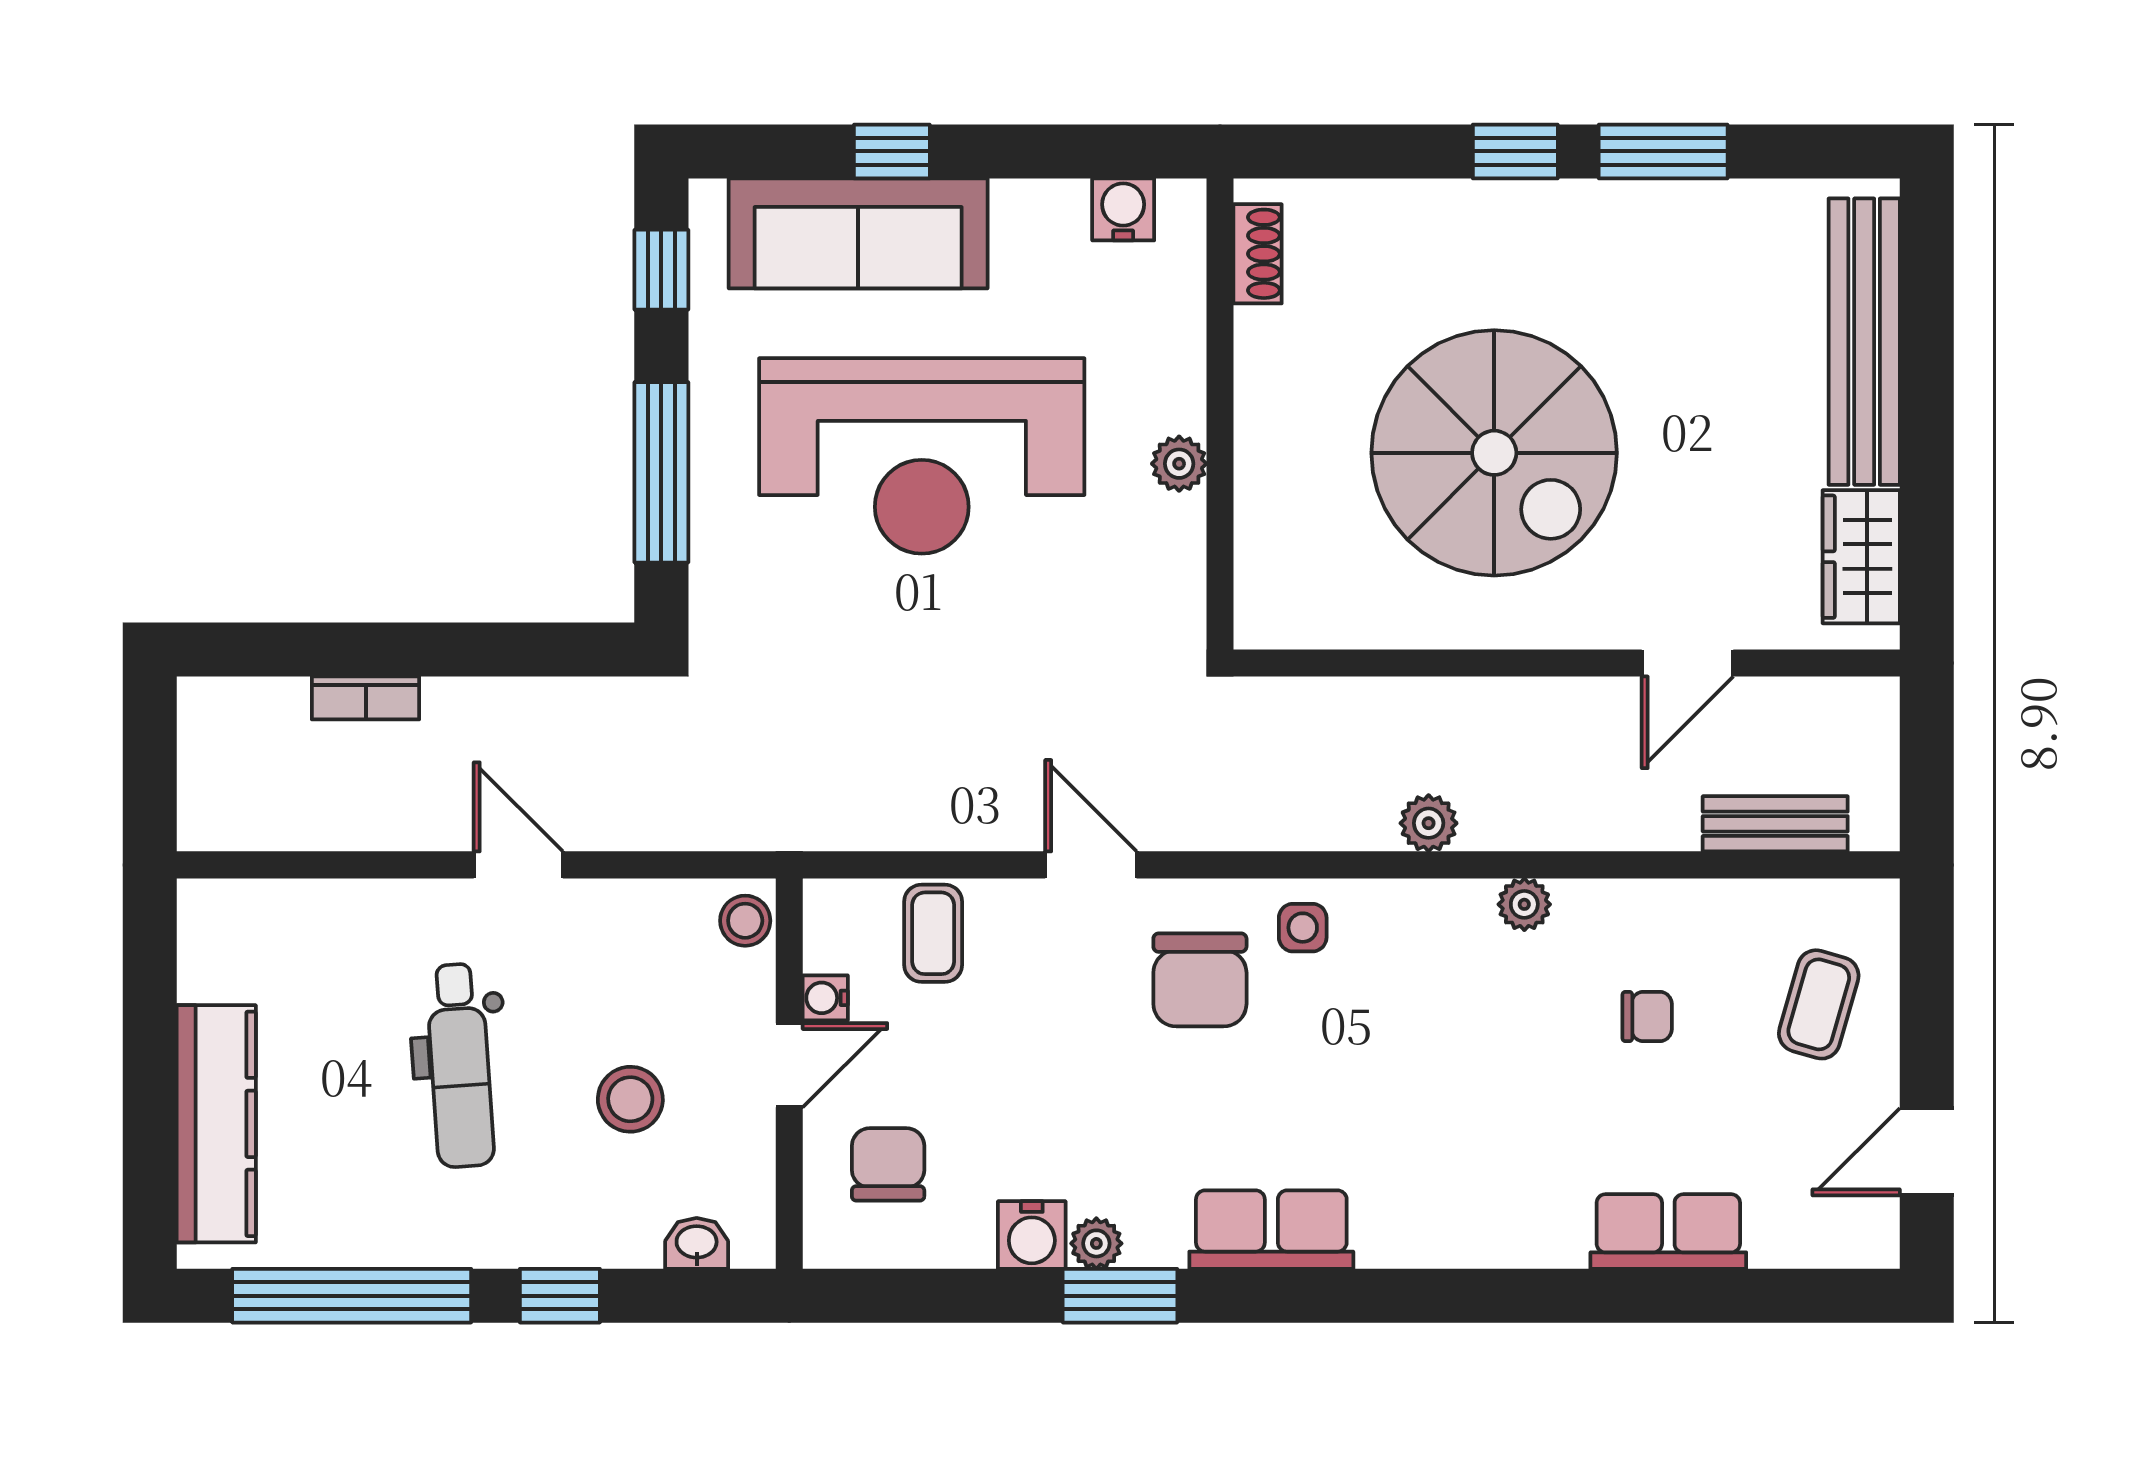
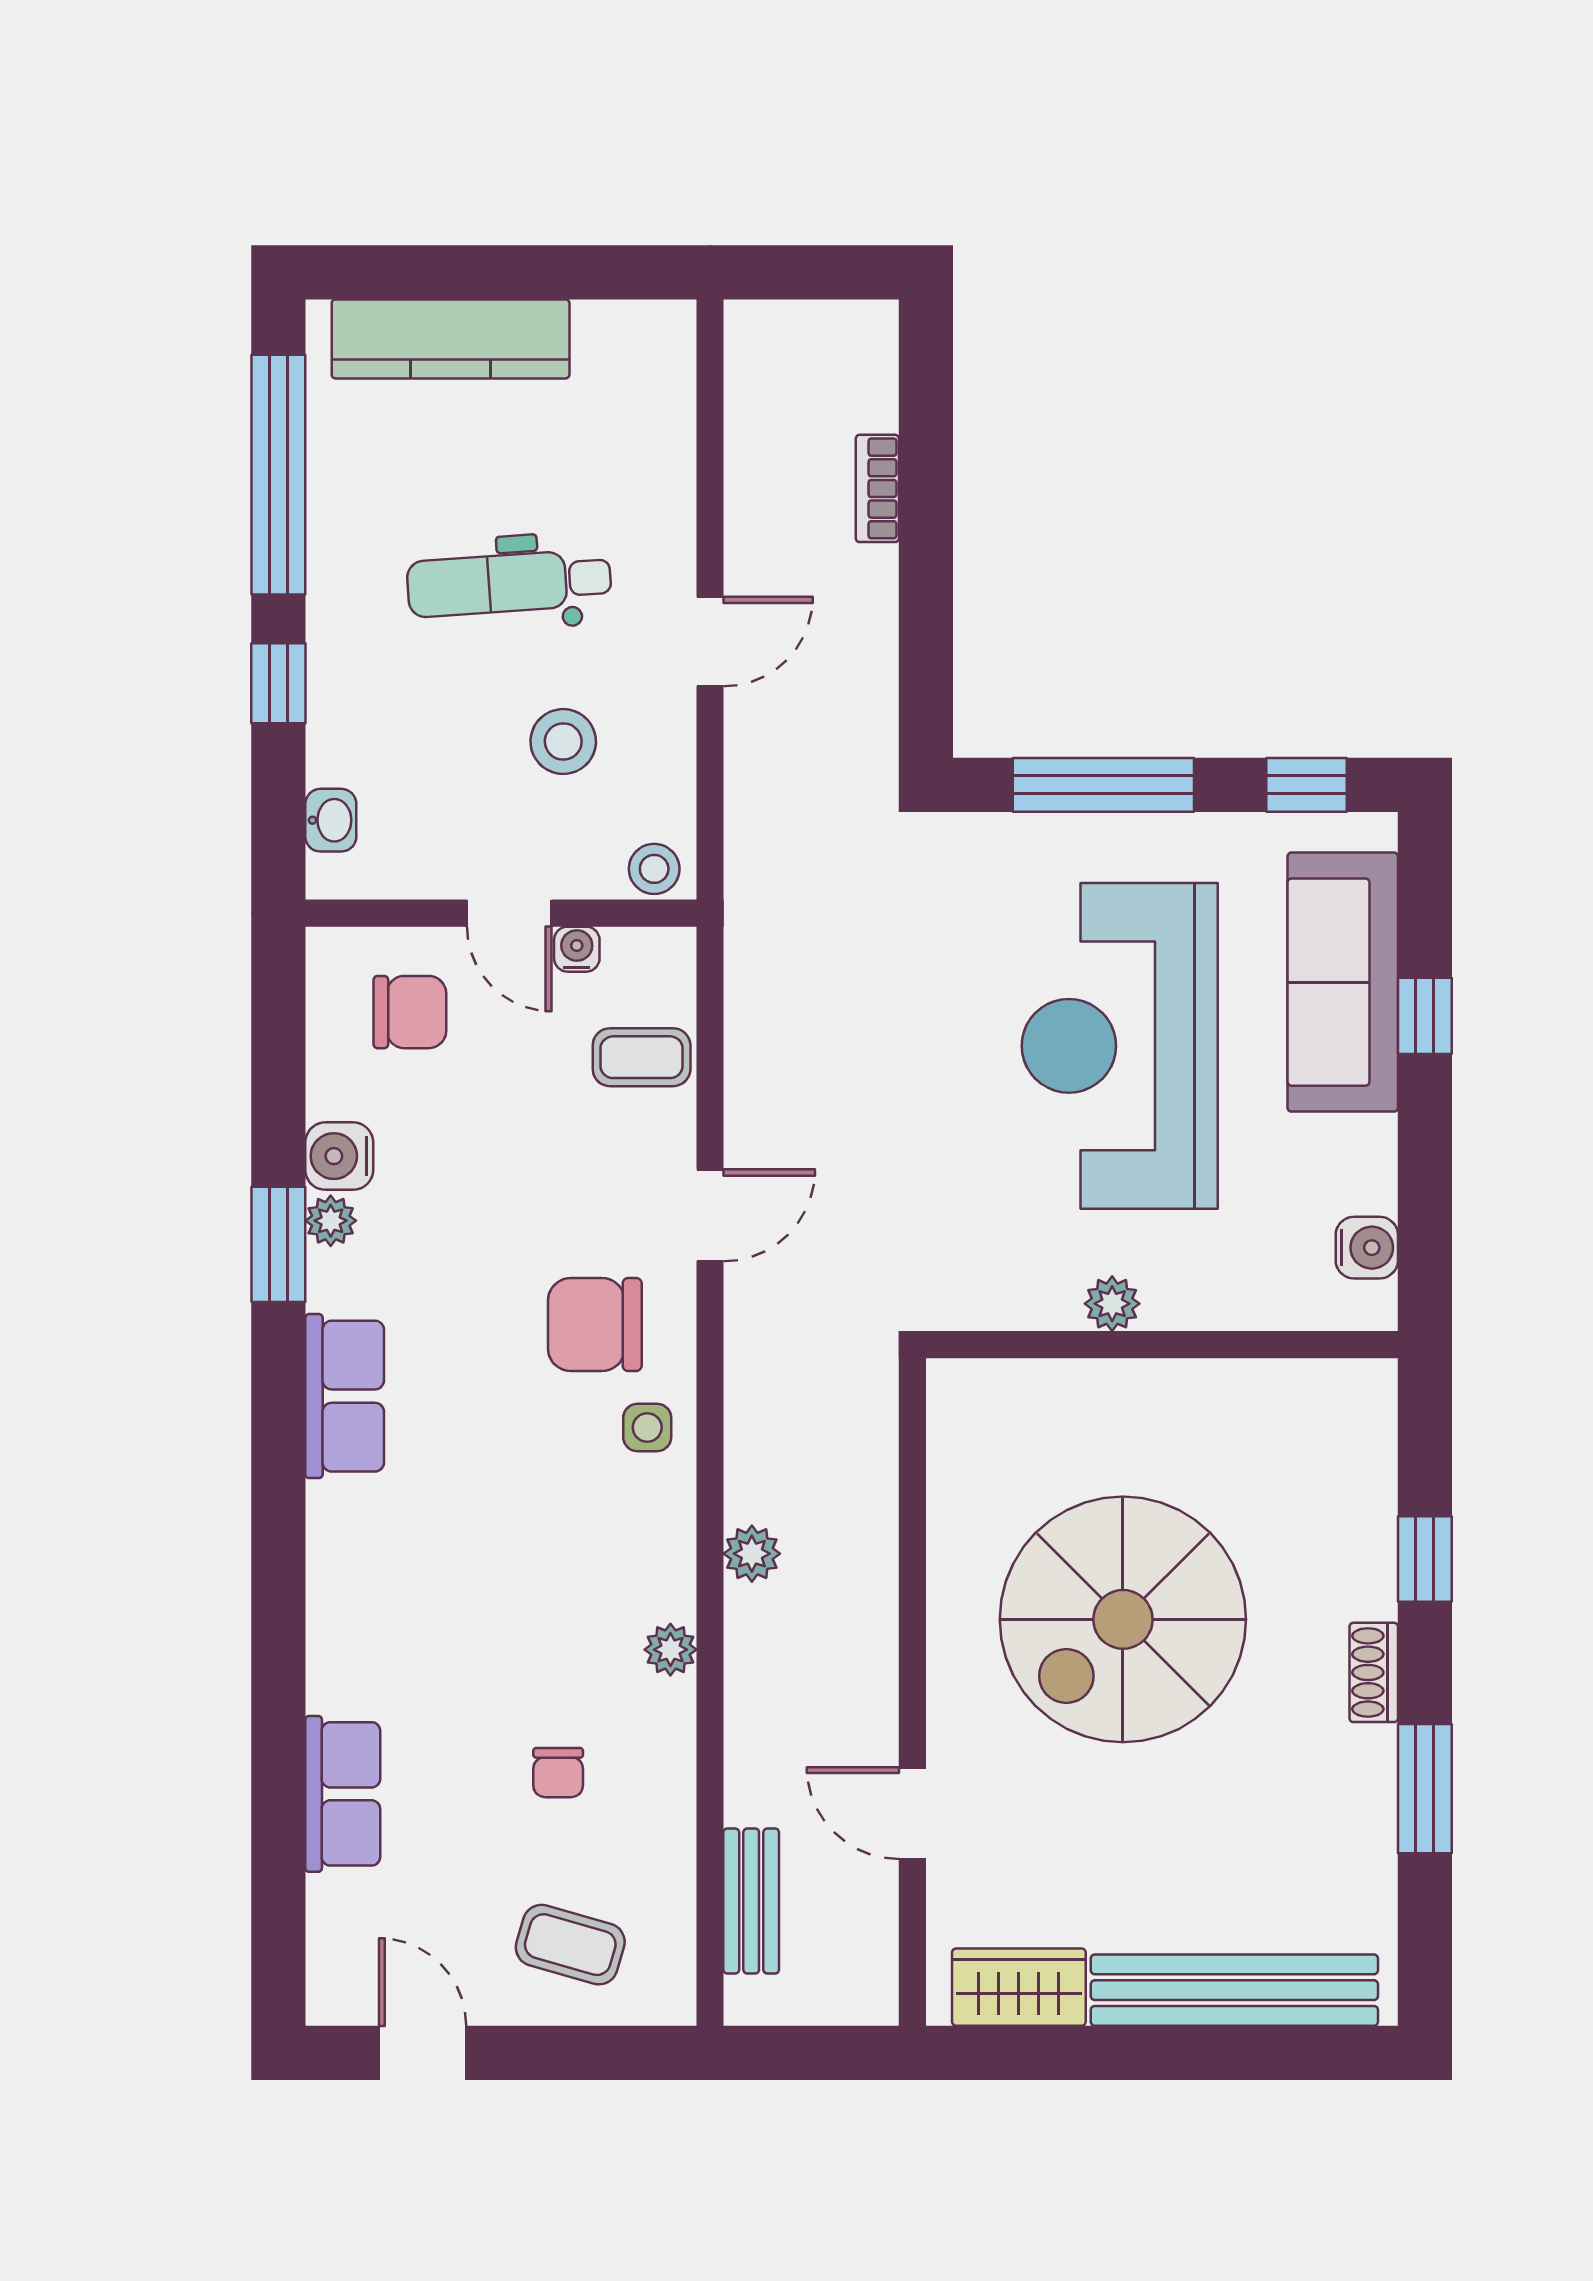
window: (1515, 151) -> (1425, 1559), moved
shoe rack: (1258, 254) -> (1374, 1672), moved, turned 90
stool: (630, 1099) -> (563, 742), moved

